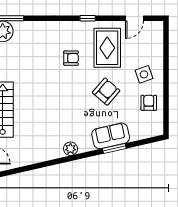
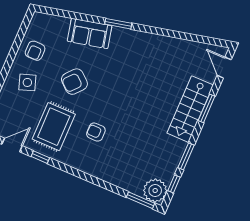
window: (88, 18) -> (40, 157), moved
window: (114, 148) -> (118, 24), moved
plant: (70, 149) -> (137, 38), removed

